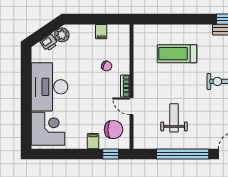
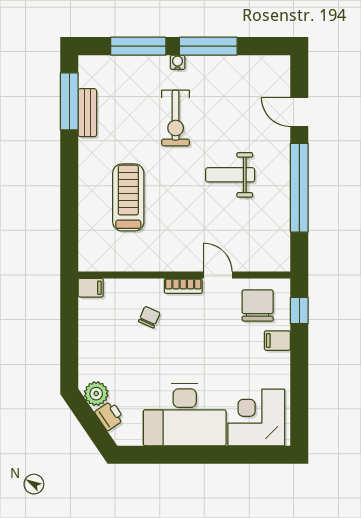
filing cabinet: (101, 32) -> (91, 288), moved
treadmill: (177, 54) -> (128, 197), turned 180
door: (131, 106) -> (218, 275), swing flipped
weight bench: (174, 118) -> (230, 175), moved

